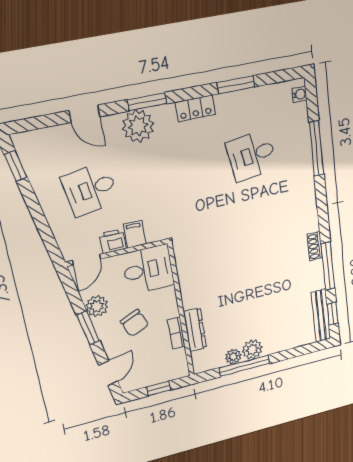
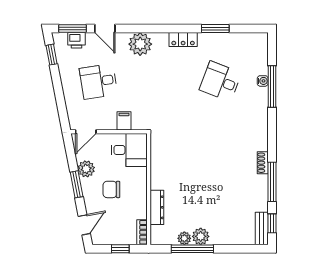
water cooler: (299, 94) -> (263, 81), moved
window: (147, 102) -> (72, 29), moved
desk: (252, 155) -> (220, 81), turned 30
printer: (113, 241) -> (76, 40), moved, turned 180
bench: (321, 316) -> (262, 229), width x0.73
chair: (134, 323) -> (111, 189), turned 113
bookcase: (176, 333) -> (142, 232), moved

